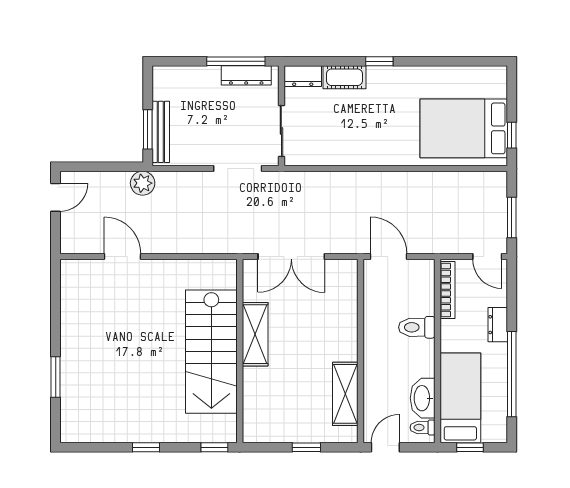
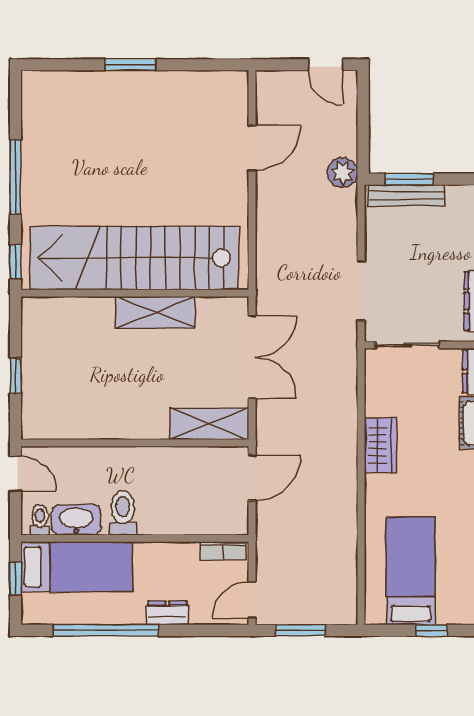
bed: (464, 128) -> (411, 571), width x0.67
window: (512, 135) -> (432, 630), moved
wardrobe: (362, 153) -> (380, 445), added
double door: (291, 256) -> (252, 357), swing flipped
bookcase: (447, 290) -> (223, 551), width x0.64
toilet: (417, 327) -> (123, 513), moved
stairs: (211, 352) -> (134, 258), width x1.36
window: (56, 377) -> (130, 65), moved
shelving: (345, 394) -> (209, 424), moved
window: (146, 447) -> (15, 177), width x2.17

